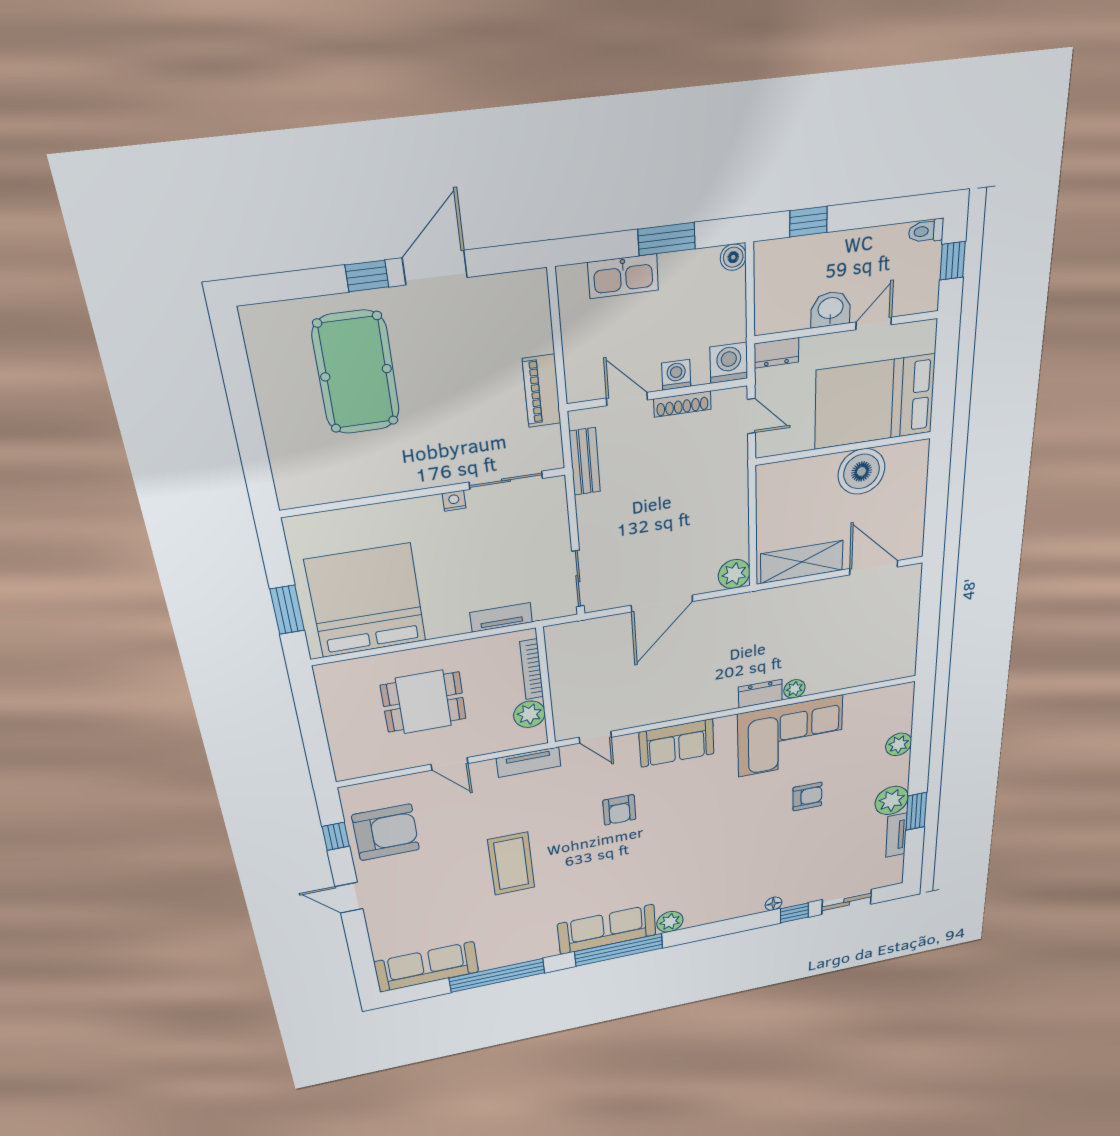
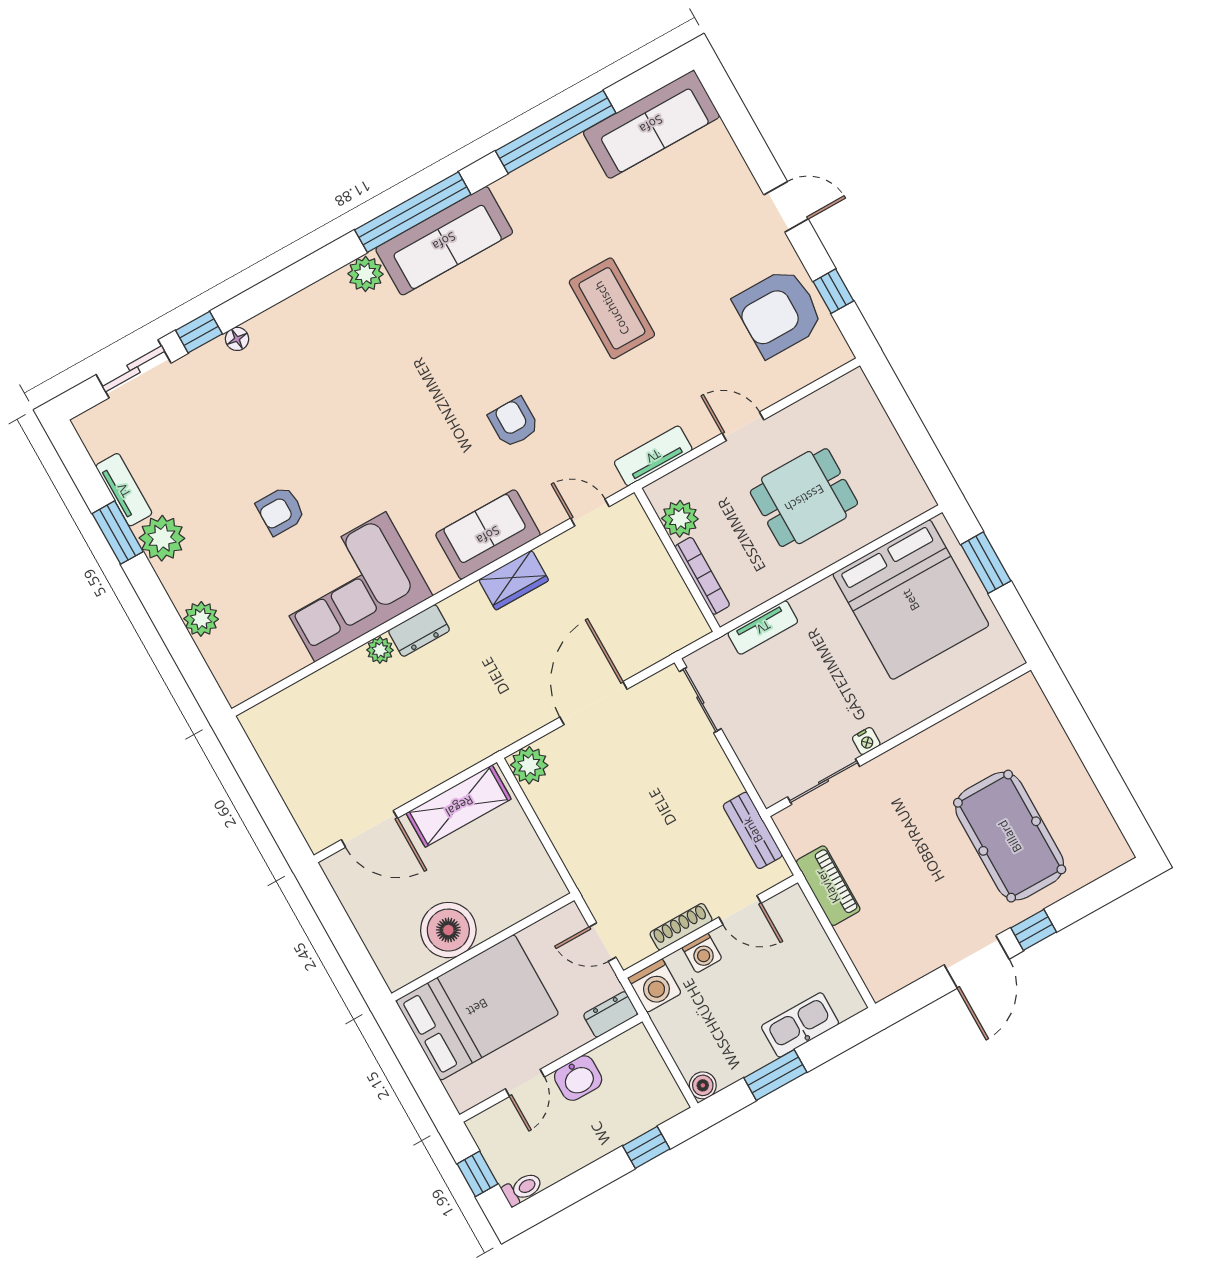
wardrobe: (675, 708) -> (514, 580), added

